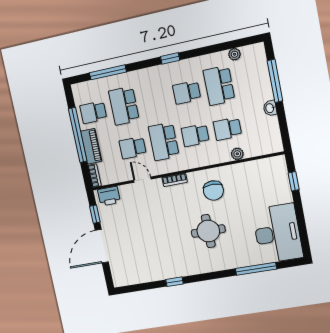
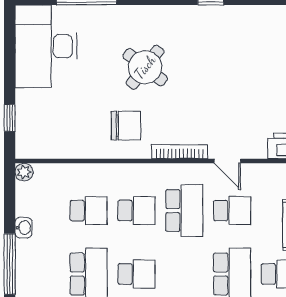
plant: (237, 154) -> (24, 172), moved
bookcase: (175, 180) -> (180, 152), width x1.56
chair: (213, 191) -> (126, 126), turned 90
round table: (208, 231) -> (145, 67), turned 38

